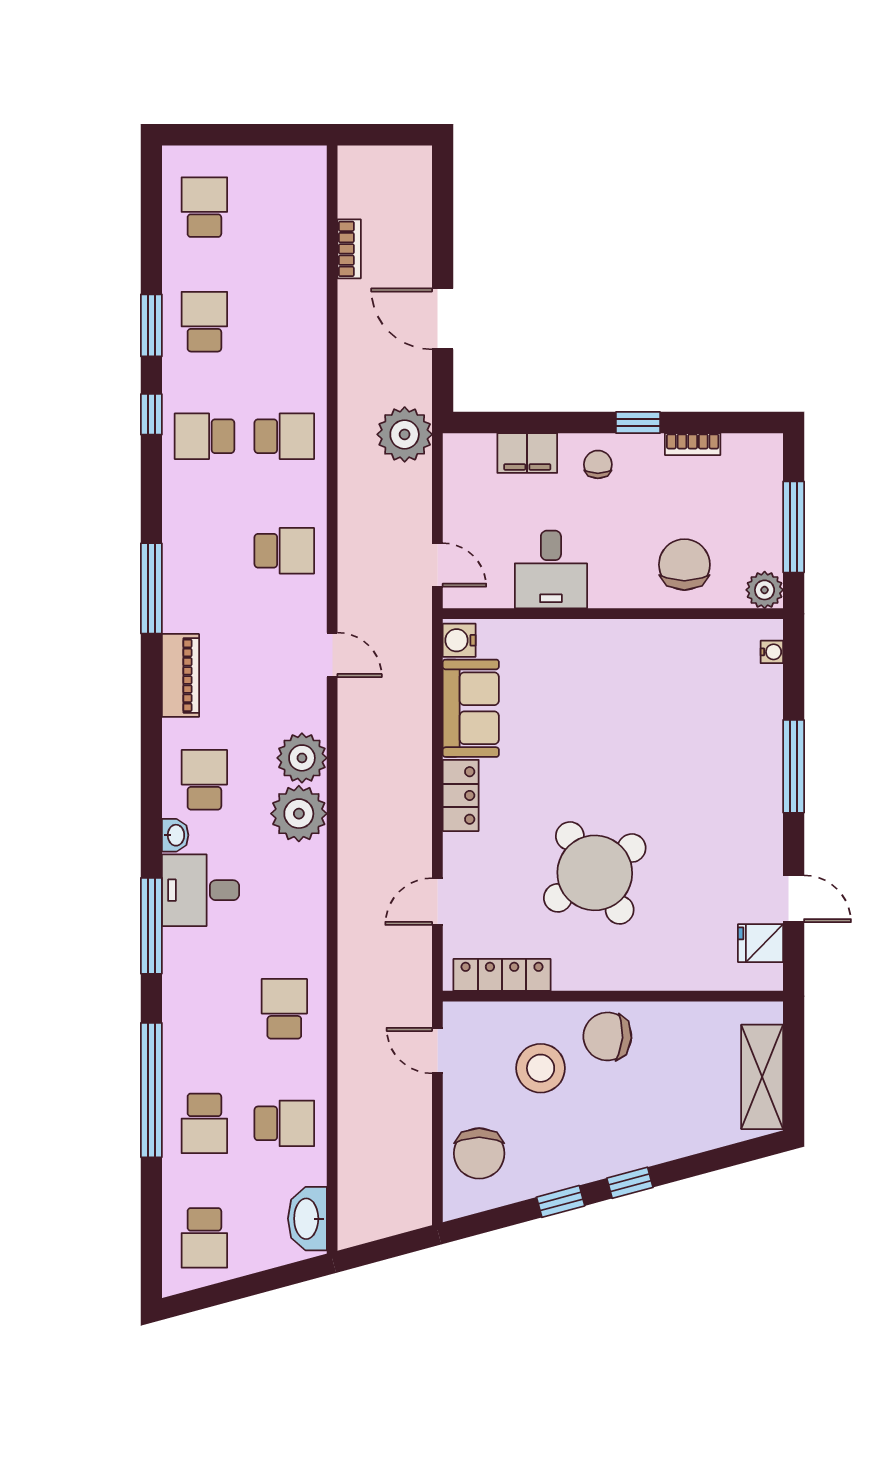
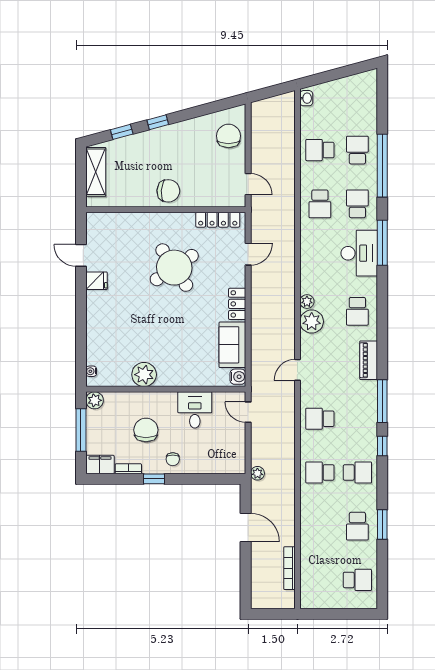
school desk: (204, 207) -> (357, 580), turned -90
bookcase: (349, 249) -> (289, 568), width x1.56
window: (151, 414) -> (382, 446), moved
plant: (405, 434) -> (257, 473), width x0.53, depth x0.53
filing cabinet: (527, 453) -> (100, 465), moved
chair: (684, 565) -> (146, 430), moved, turned 180
plant: (659, 645) -> (144, 375), added
door: (332, 655) -> (297, 370), hinge flipped
window: (794, 766) -> (81, 318), removed
plant: (299, 814) -> (307, 302), width x0.53, depth x0.53
washbasin: (175, 835) -> (371, 285), removed
desk: (201, 890) -> (359, 253), width x1.37
fridge: (760, 943) -> (96, 281), moved
stool: (541, 1068) -> (200, 176), removed
window: (561, 1201) -> (122, 132), moved
washbasin: (307, 1219) -> (306, 98), width x0.52, depth x0.69
school desk: (204, 1238) -> (357, 204), moved

